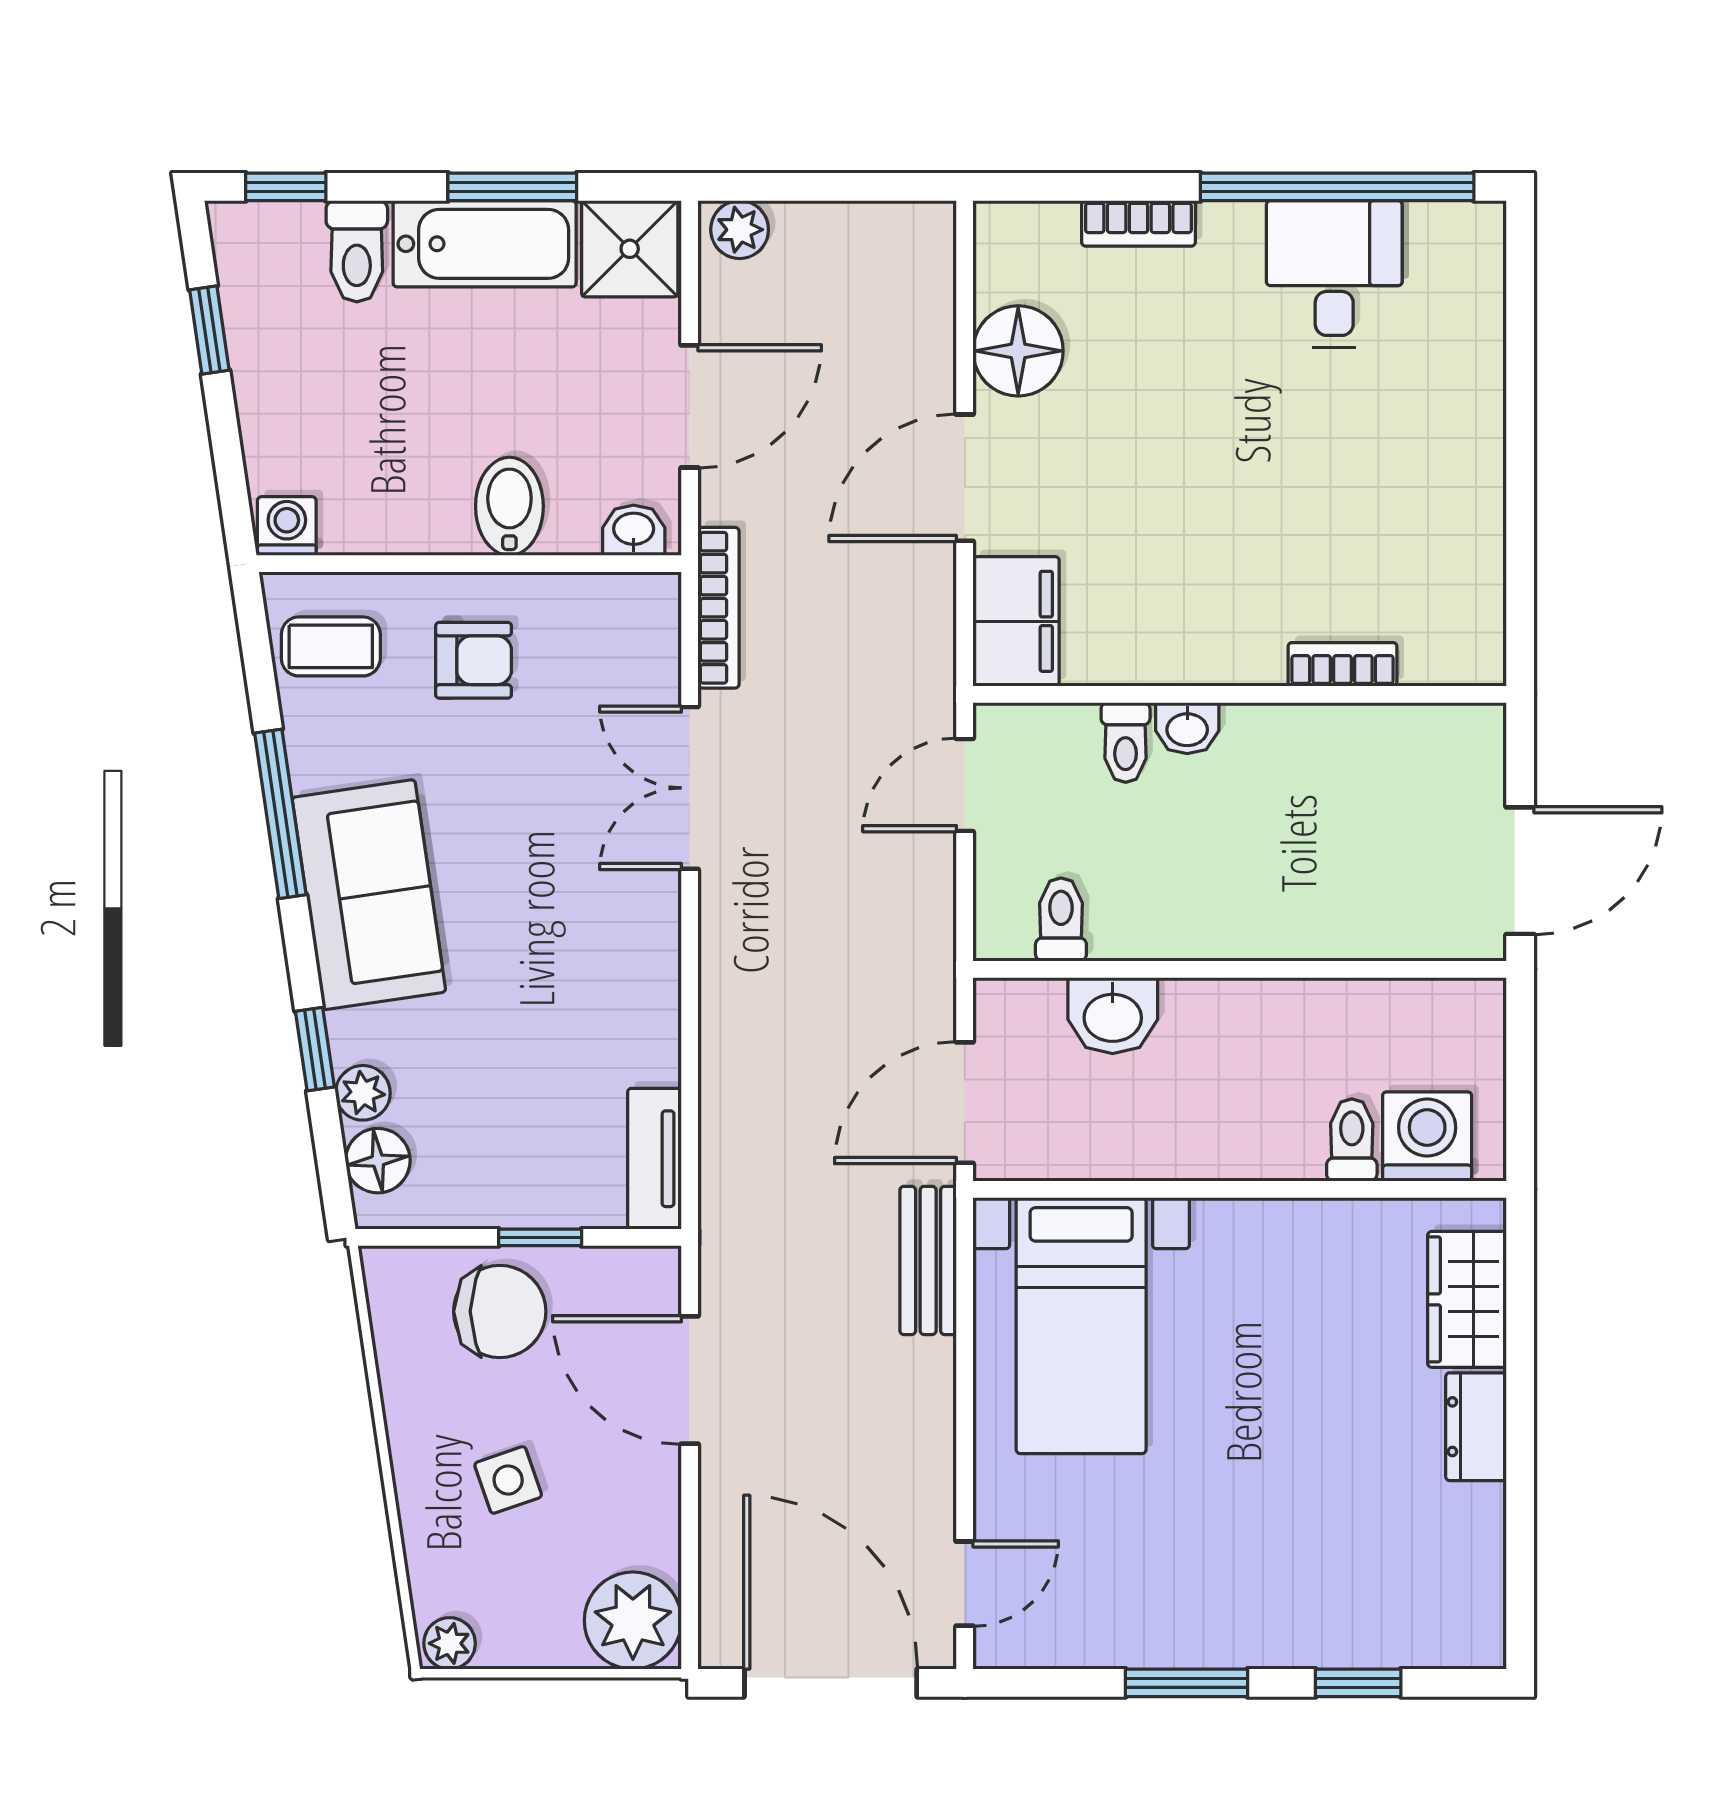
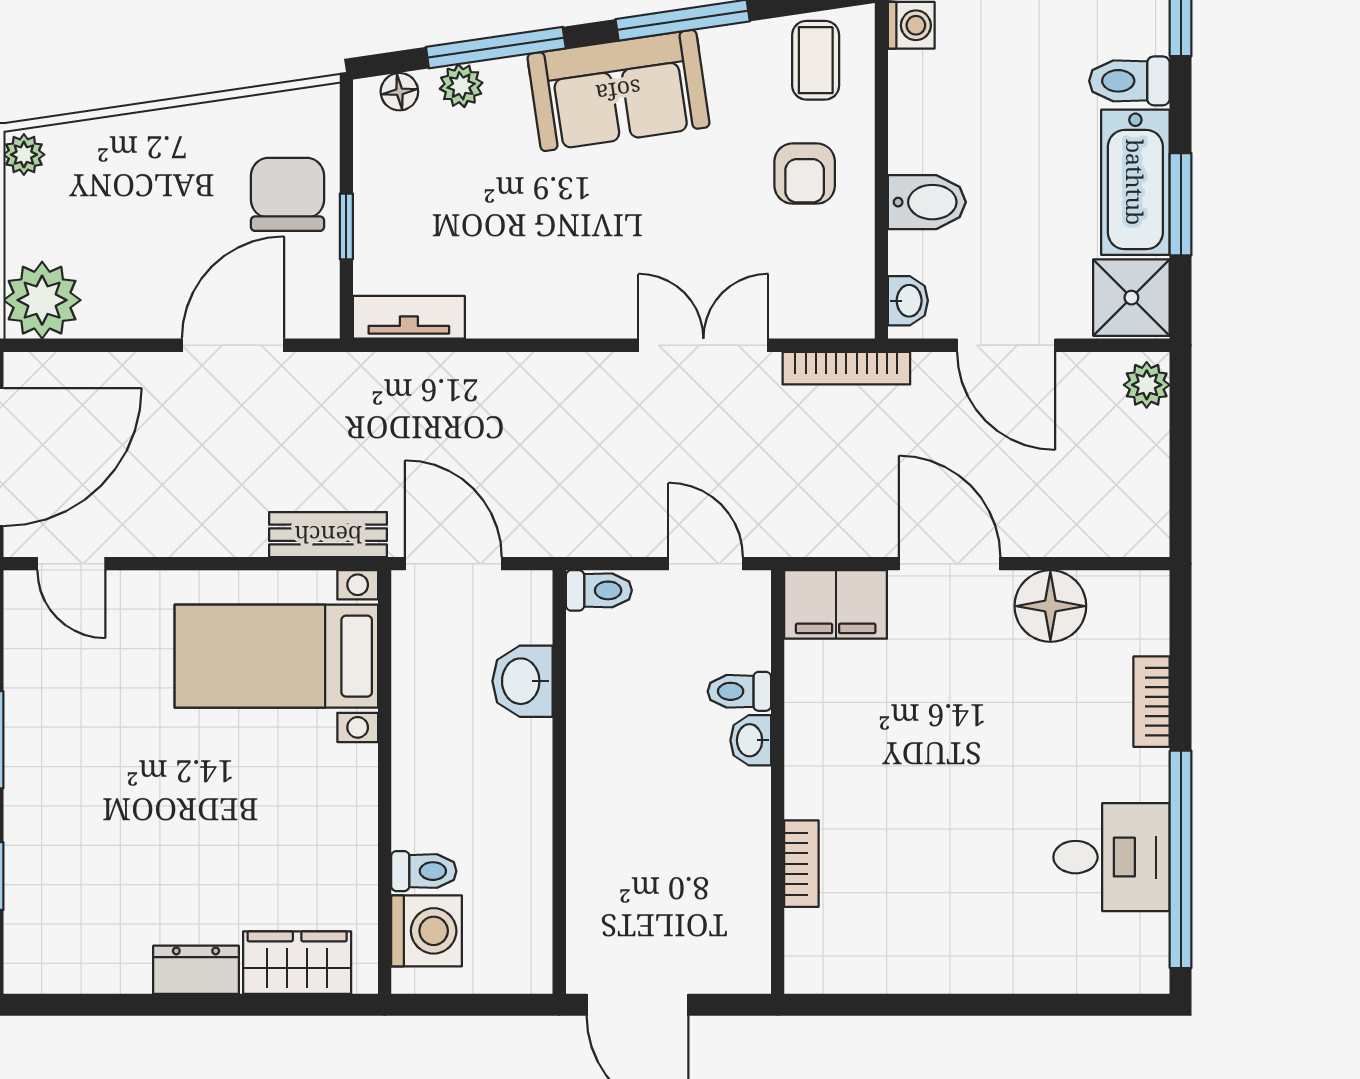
toilet: (1061, 919) -> (599, 590), moved
window: (315, 1049) -> (496, 48), width x2.17
floor lamp: (378, 1161) -> (399, 92), width x0.73, depth x0.73
chair: (500, 1311) -> (287, 194), turned 180
side table: (508, 1480) -> (154, 201), removed

